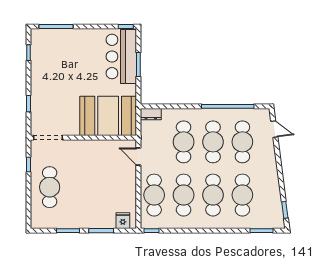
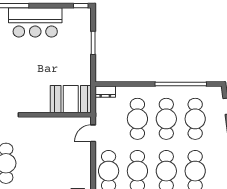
bar counter: (121, 57) -> (35, 22), moved, turned -90
booth: (108, 116) -> (71, 99), width x0.73, depth x0.70
door: (138, 157) -> (93, 133), hinge flipped

